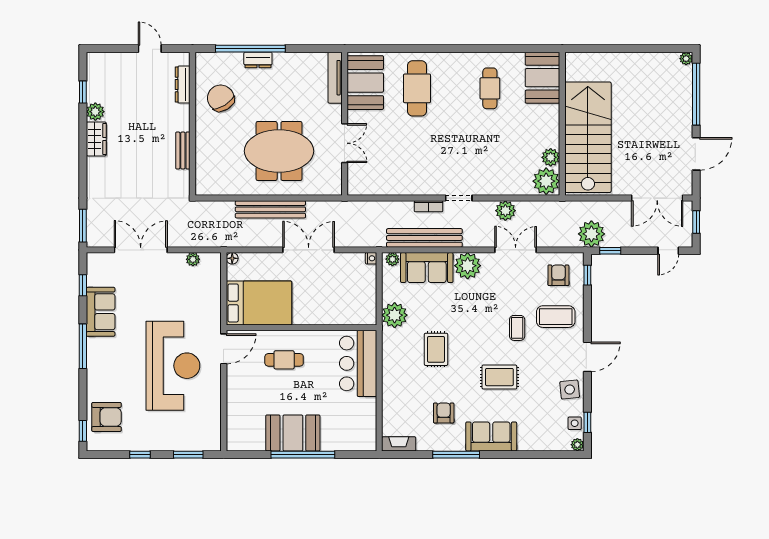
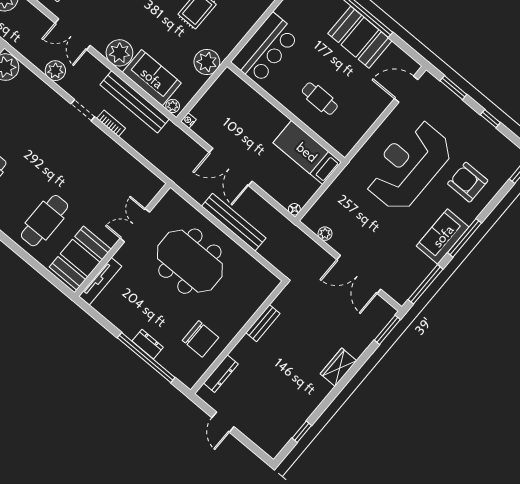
chair: (221, 98) -> (200, 339), turned -58
plant: (95, 112) -> (305, 409), removed
wardrobe: (96, 139) -> (339, 367), moved
window: (83, 285) -> (425, 284), width x2.17
bed: (259, 303) -> (307, 152), width x0.67
sofa: (101, 312) -> (443, 236), moved
door: (224, 349) -> (406, 89), moved
armchair: (106, 417) -> (468, 182), moved

